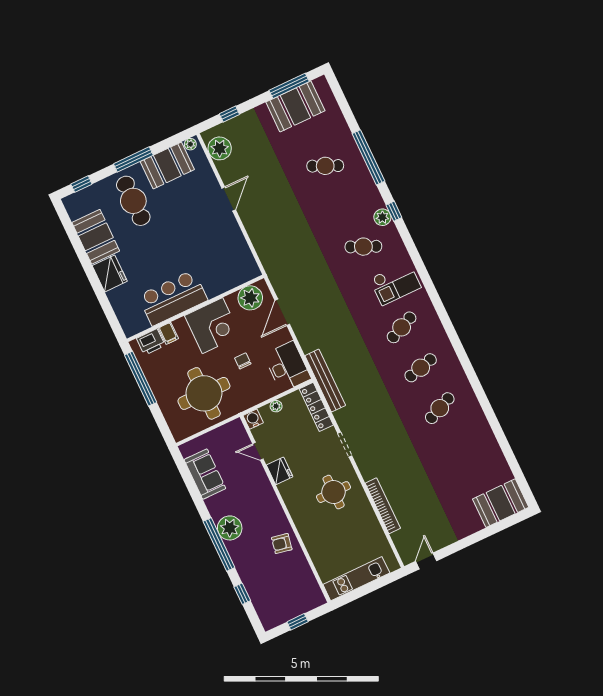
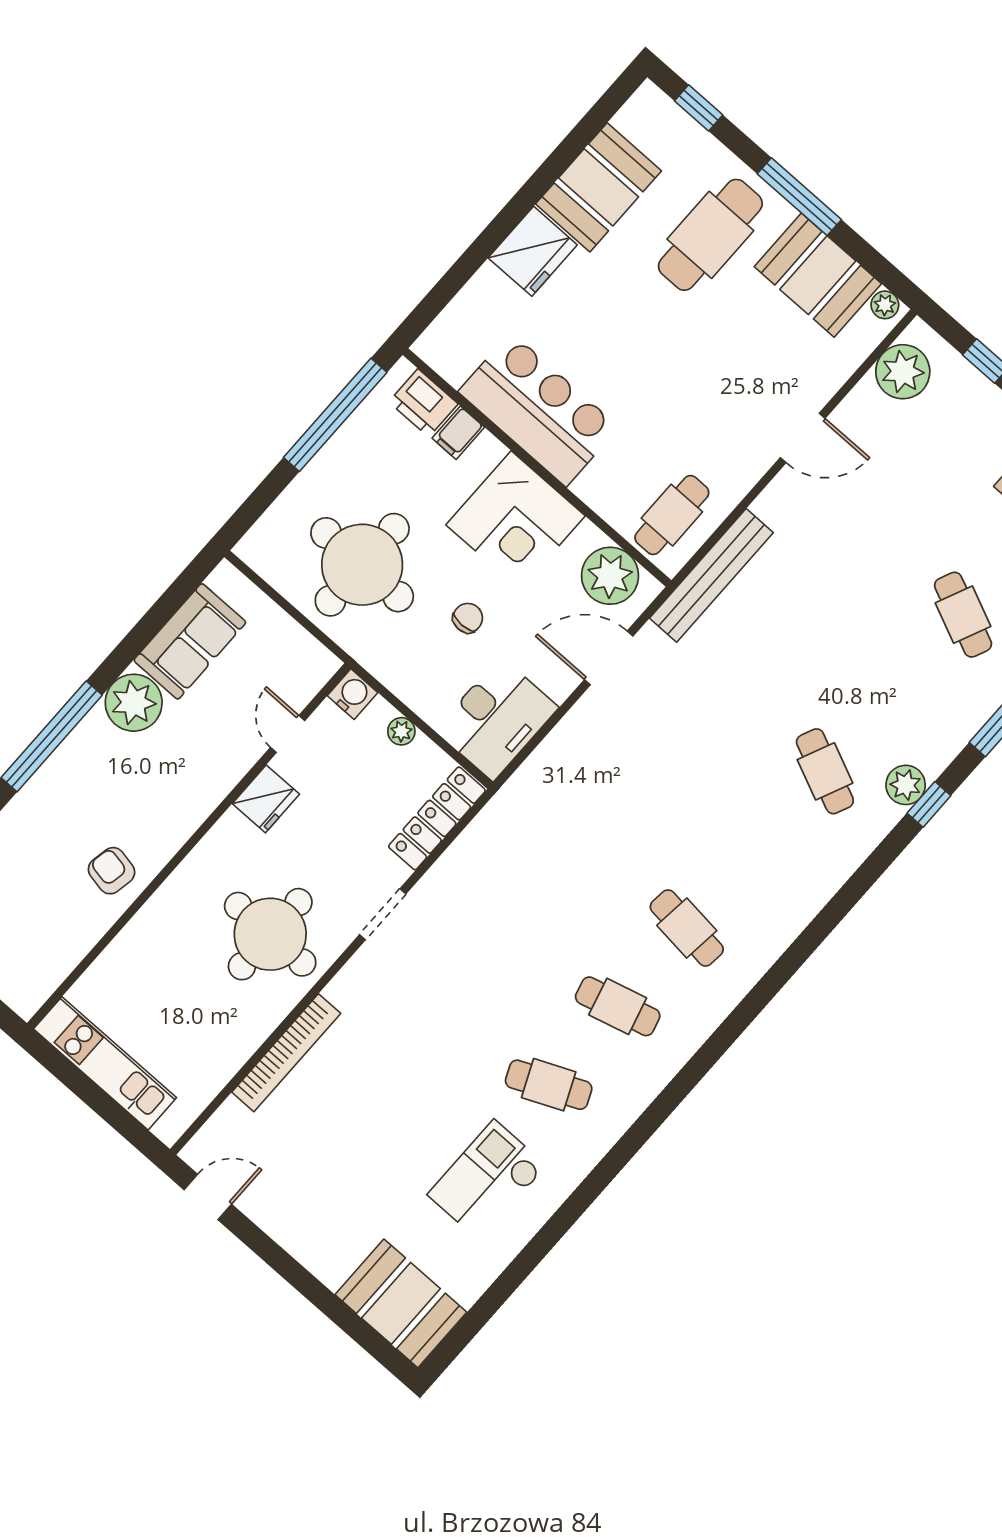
cafe table: (237, 263) -> (672, 515), added
checkout: (395, 283) -> (487, 1180), moved, turned 90
cafe table: (402, 327) -> (687, 928), turned 30
bench: (325, 381) -> (711, 575), moved
round table: (334, 492) -> (270, 934), width x1.36, depth x1.36
plant: (230, 528) -> (134, 703), moved

